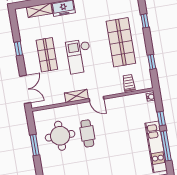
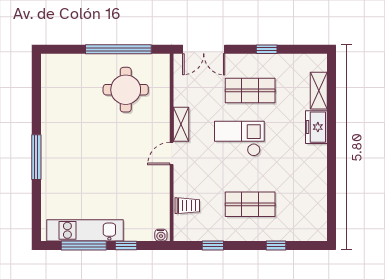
shop shelf: (121, 42) -> (250, 204), width x0.70, depth x0.74
cafe table: (87, 133) -> (122, 131), removed
window: (35, 145) -> (118, 49), width x2.11

